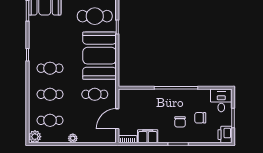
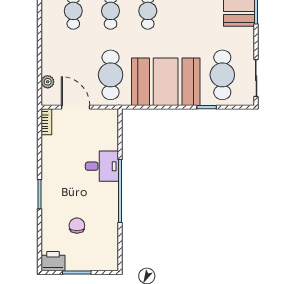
cafe table: (95, 94) -> (111, 75), width x1.37, depth x1.35
desk: (221, 100) -> (102, 166), moved
chair: (180, 122) -> (71, 197), removed
filing cabinet: (148, 136) -> (51, 151), removed
plant: (73, 138) -> (48, 82), moved

